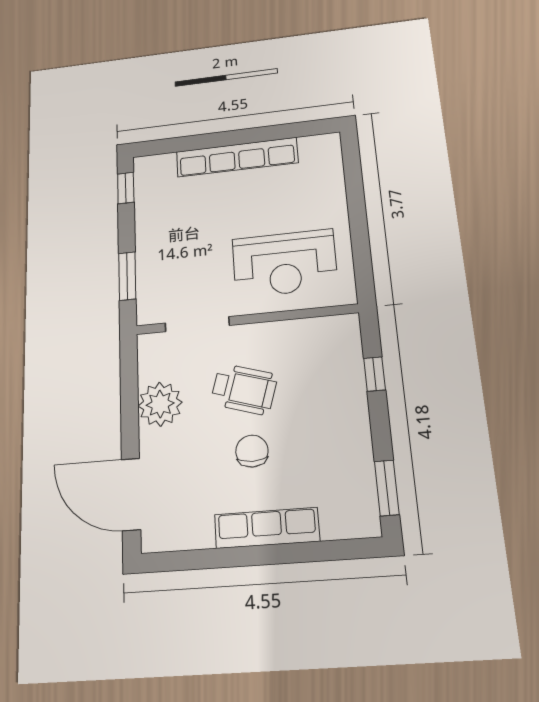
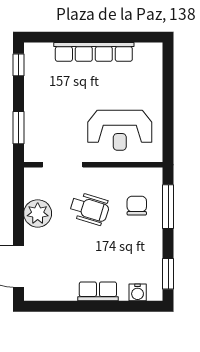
window: (375, 374) -> (168, 207), width x2.17
chair: (252, 451) -> (137, 206), moved
water cooler: (336, 525) -> (138, 292), added
row of seats: (267, 528) -> (98, 291), width x0.68

